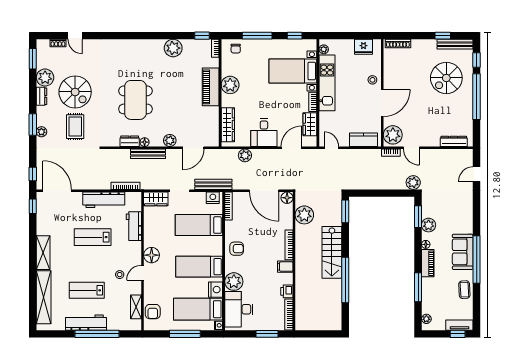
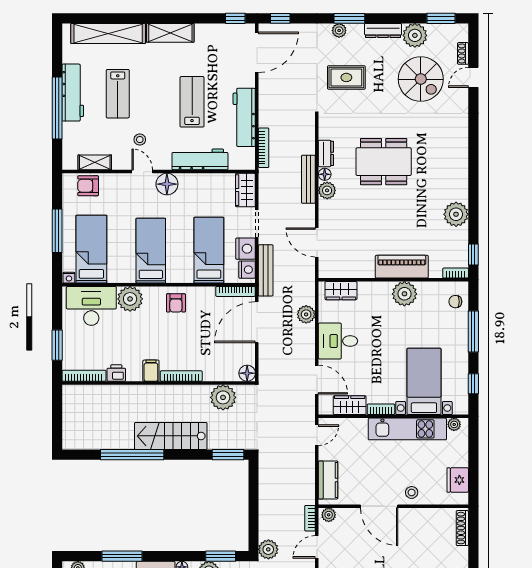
spiral stairs: (75, 92) -> (421, 79), moved, turned -90
dresser: (42, 96) -> (383, 31), width x1.44
wardrobe: (228, 125) -> (341, 291), width x0.67
plant: (393, 135) -> (329, 515), width x0.53, depth x0.53
plant: (170, 140) -> (327, 190), moved
door: (264, 191) -> (257, 322), moved
workbench: (134, 226) -> (200, 159), width x1.38
lab bench: (87, 290) -> (118, 94), turned 180
nightstand: (216, 290) -> (245, 249), moved, turned -90

